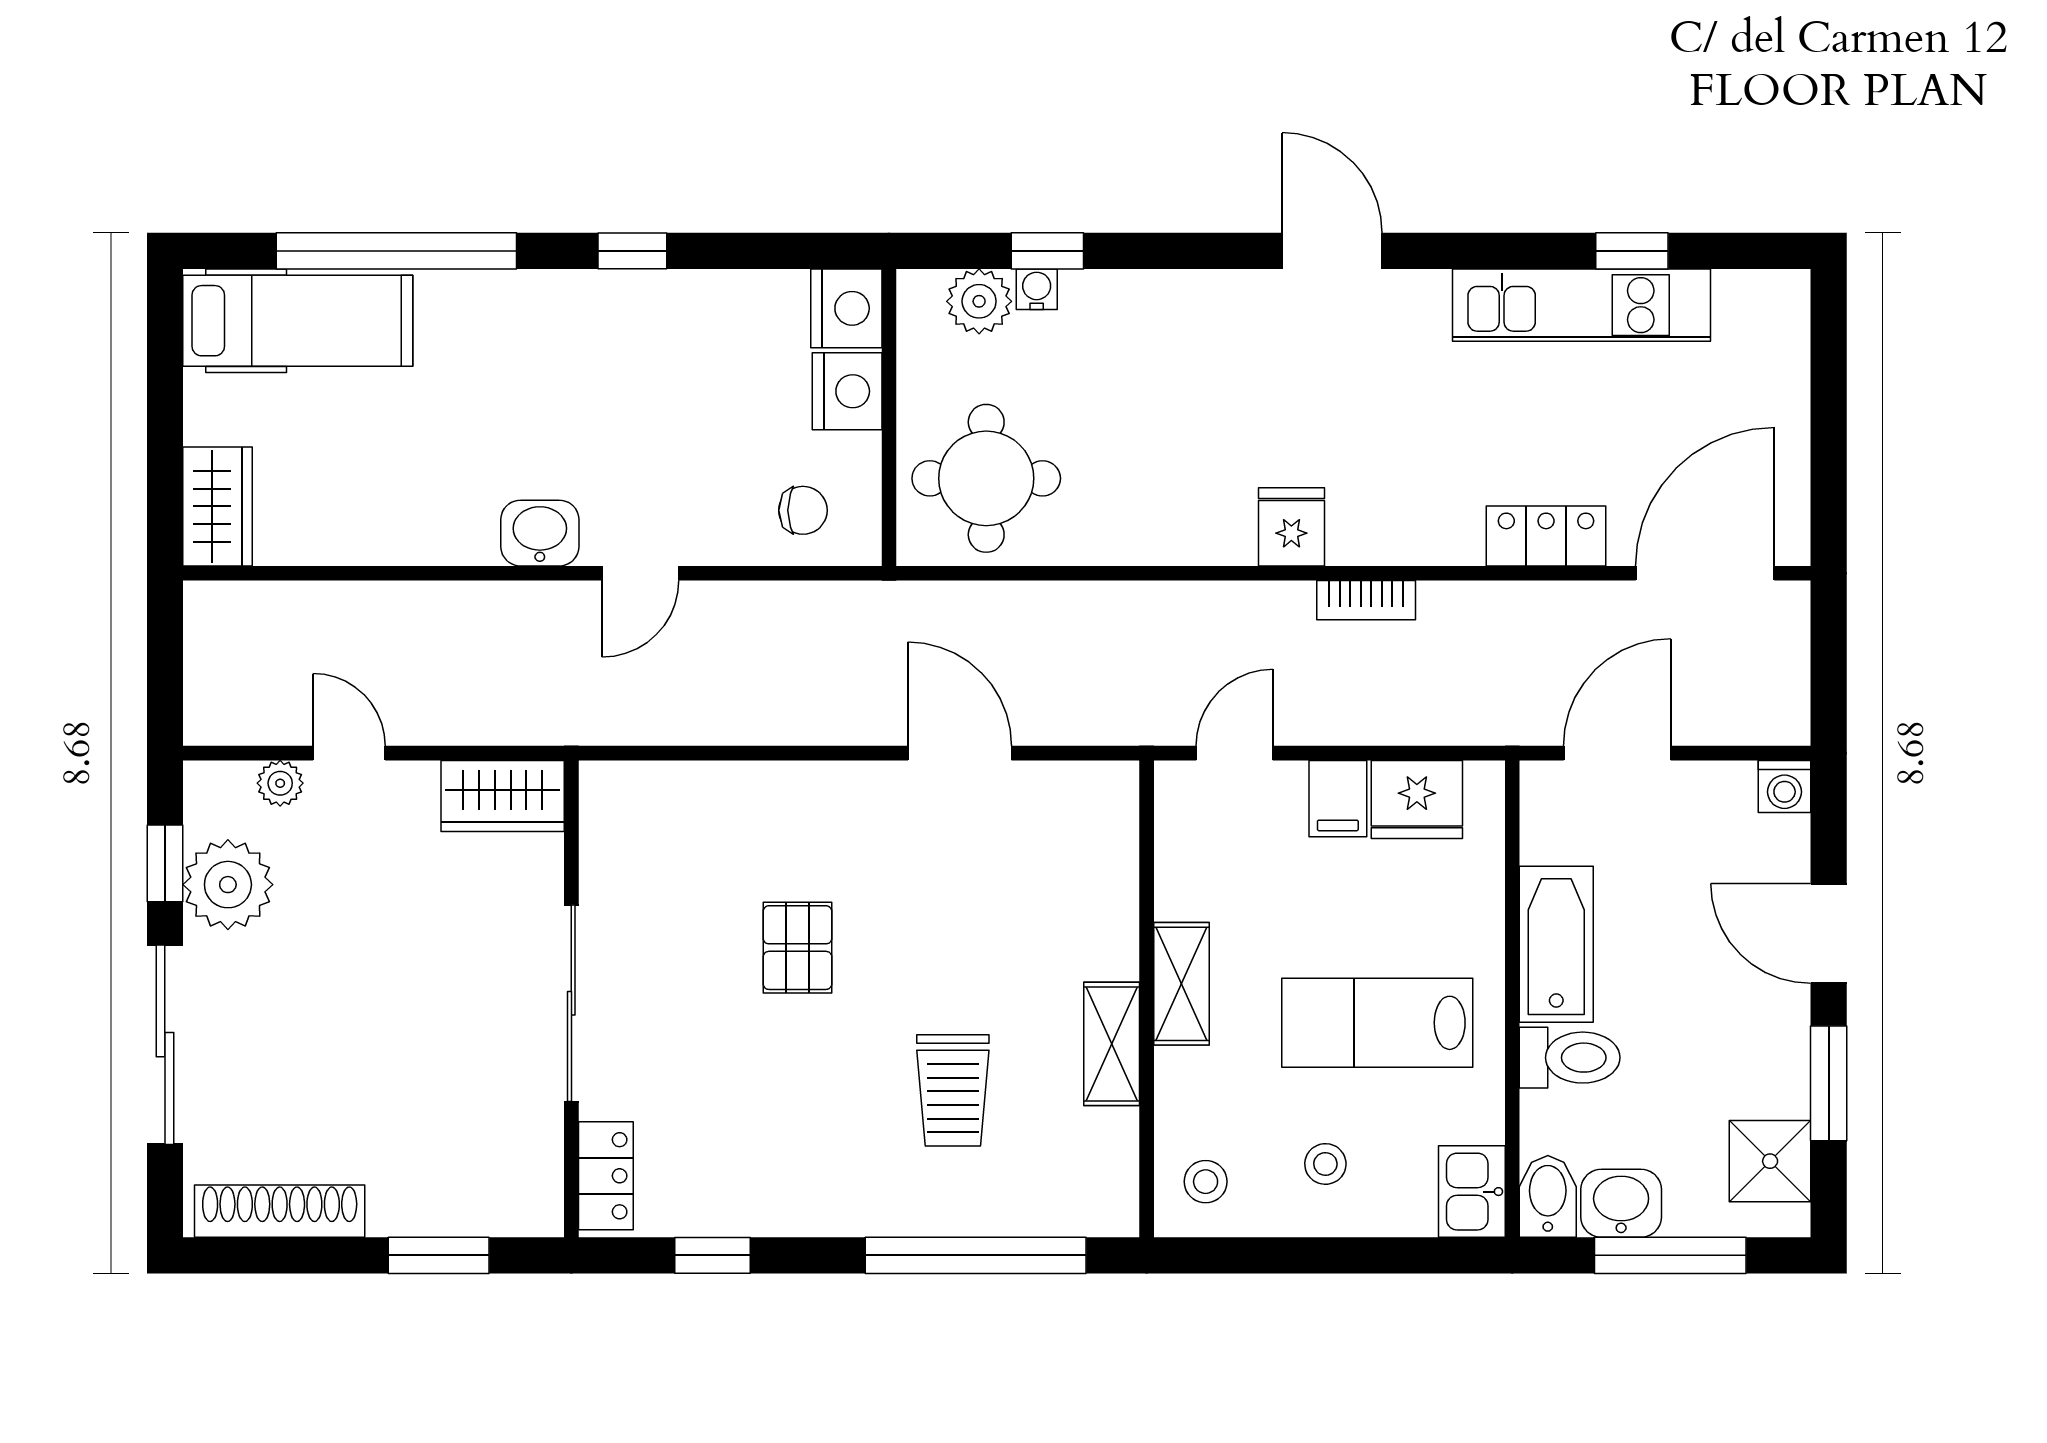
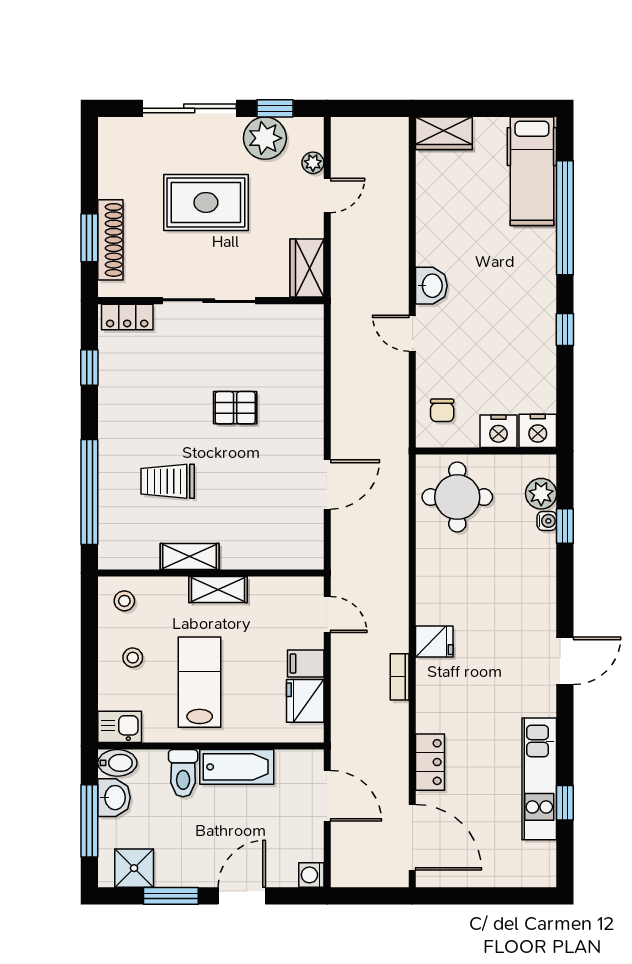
rug: (364, 1009) -> (206, 202), added
shoe rack: (280, 1211) -> (110, 240), moved

